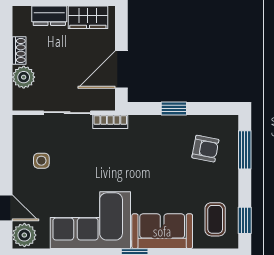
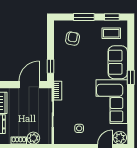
door: (121, 70) -> (29, 85), swing flipped
window: (174, 108) -> (51, 66), moved
window: (245, 150) -> (84, 17), moved

